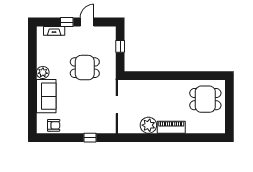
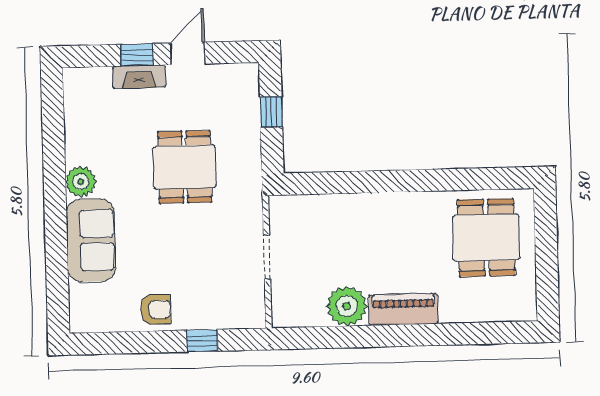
fireplace: (54, 31) -> (139, 77), moved
dining table: (85, 68) -> (185, 167), turned 90
dining table: (205, 99) -> (486, 238), turned 90
armchair: (54, 125) -> (156, 309), moved

